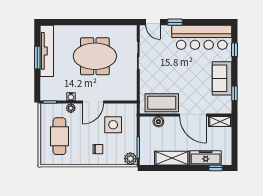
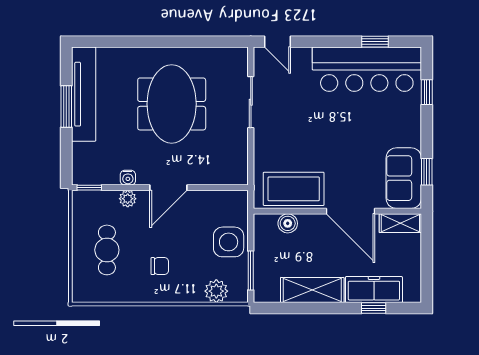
window: (175, 22) -> (375, 42), moved
meeting table: (95, 56) -> (172, 104), turned 90
sofa: (222, 78) -> (404, 178), moved
side table: (113, 125) -> (229, 242), moved
cafe table: (59, 136) -> (107, 250), width x0.73, depth x0.74
chair: (98, 149) -> (160, 266), moved
plant: (130, 159) -> (216, 291), moved
window: (216, 168) -> (374, 308), moved

